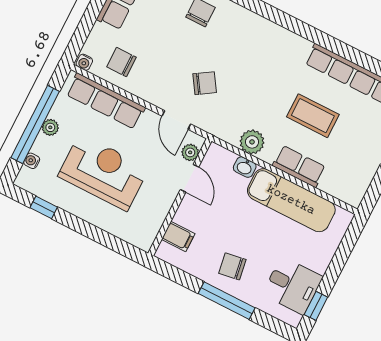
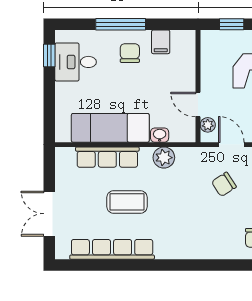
row of seats: (299, 166) -> (107, 157), width x1.48
filing cabinet: (178, 237) -> (161, 42), moved, turned -90
window: (113, 243) -> (232, 24), added
chair: (232, 266) -> (130, 53), turned -81

